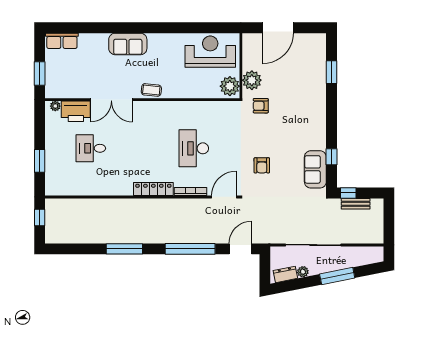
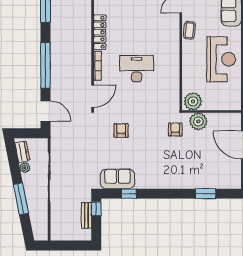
reception desk: (210, 52) -> (221, 59), moved
armchair: (262, 165) -> (121, 130), turned 90
door: (224, 197) -> (93, 96), hinge flipped

